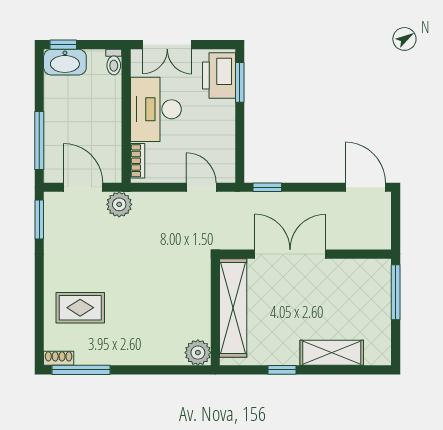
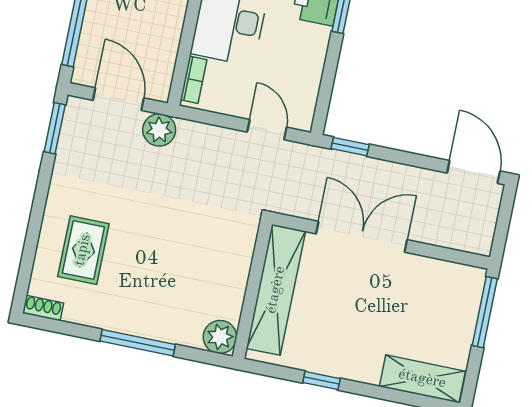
rug: (80, 308) -> (83, 250), turned 90
shelving: (332, 353) -> (422, 379), moved
window: (81, 370) -> (138, 343), moved

